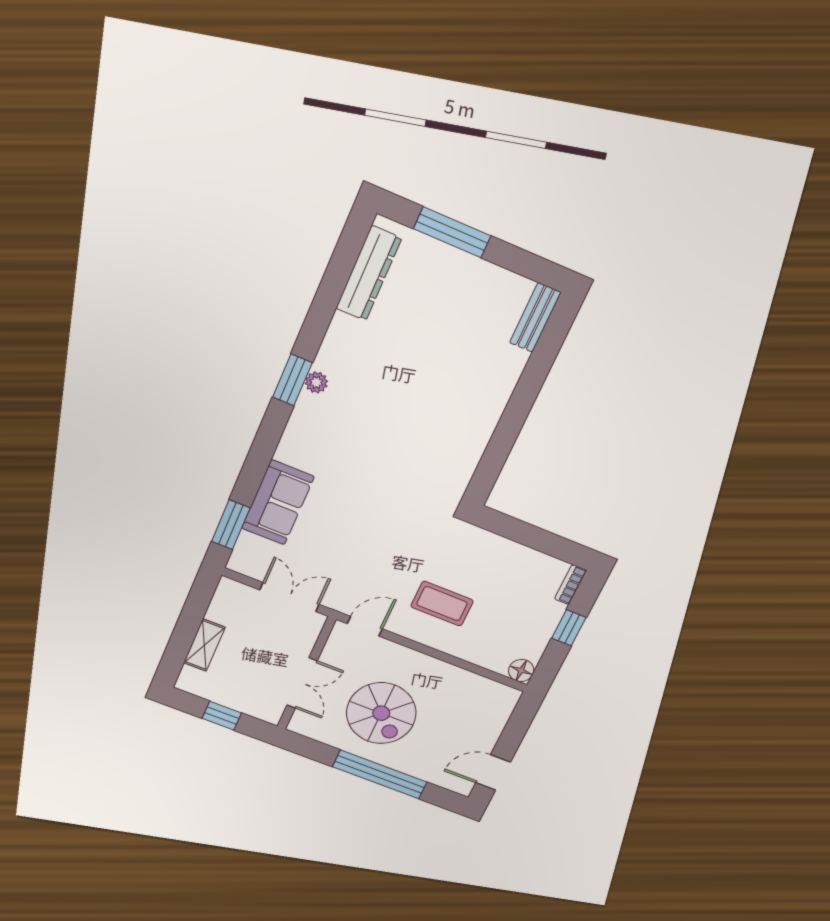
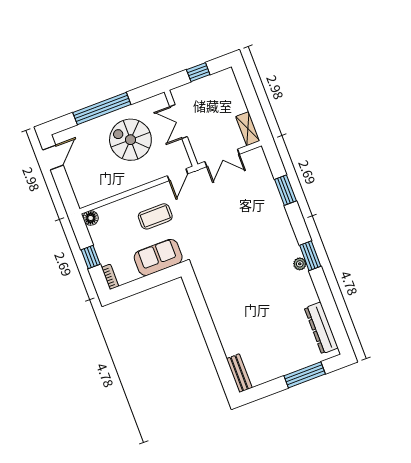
sofa: (278, 502) -> (158, 257), moved, turned 90
window: (231, 525) -> (285, 190), moved
shelving: (204, 645) -> (248, 129), moved

